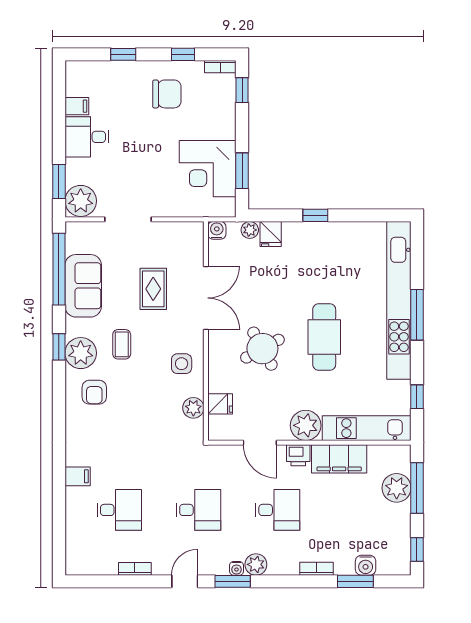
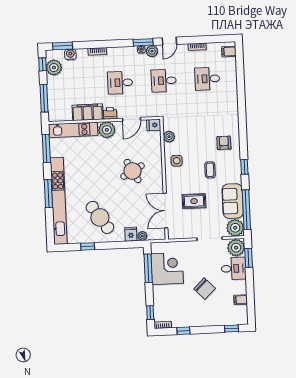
window: (123, 54) -> (231, 329), moved
chair: (167, 94) -> (205, 289), moved, turned -134
desk: (87, 137) -> (234, 268), moved
window: (242, 171) -> (148, 268), width x1.44
window: (315, 215) -> (88, 246), moved
water cooler: (217, 230) -> (161, 235), removed
rug: (153, 289) -> (194, 201), turned 90
double door: (206, 298) -> (165, 211), moved
cafe table: (324, 337) -> (100, 217), moved, turned -34
plant: (81, 353) -> (235, 228), moved
window: (417, 397) -> (46, 148), width x2.17
fridge: (220, 404) -> (154, 125), moved
door: (260, 443) -> (132, 119), swing flipped
filing cabinet: (78, 476) -> (229, 52), moved
plant: (397, 488) -> (54, 68), moved
plant: (256, 564) -> (152, 51), moved
window: (355, 581) -> (63, 46), moved

